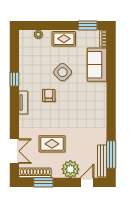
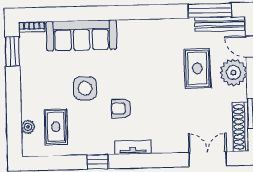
rug: (64, 39) -> (56, 127), moved
sofa: (97, 65) -> (81, 35), width x1.36
side table: (63, 72) -> (85, 88), turned 45
rug: (52, 144) -> (197, 68), moved

